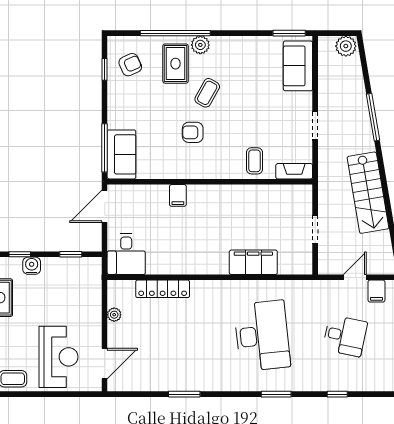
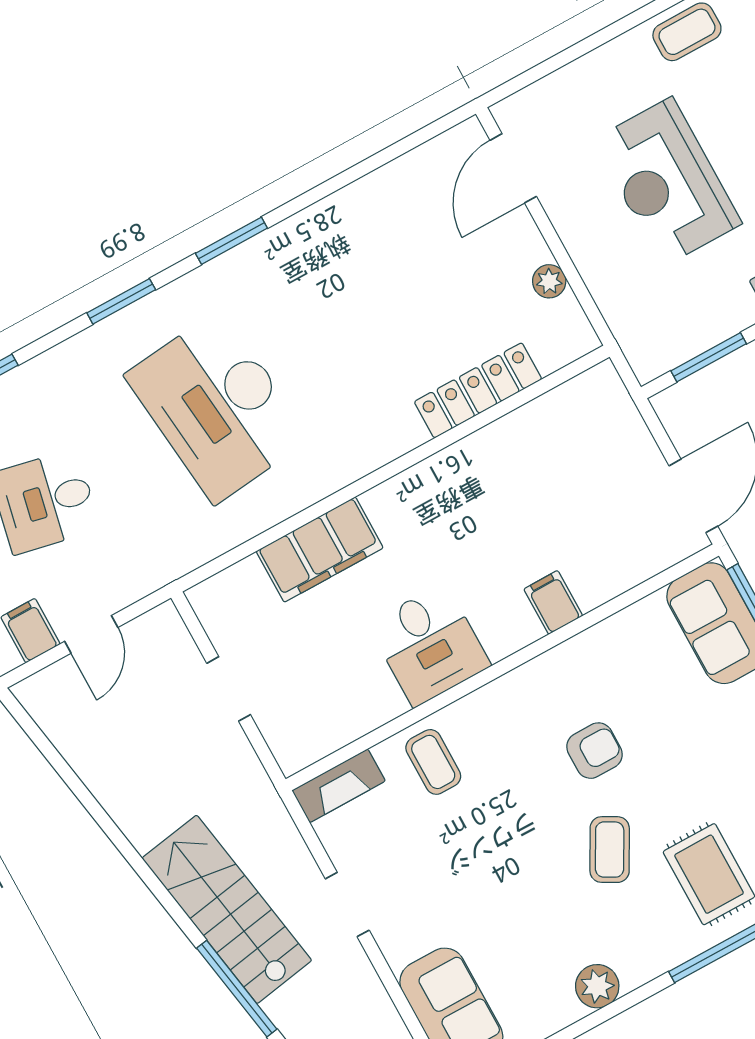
plant: (200, 45) -> (597, 986), moved
stairs: (368, 193) -> (227, 909), moved
window: (71, 254) -> (709, 357), width x1.50
desk: (126, 254) -> (429, 645), moved, turned 180
reception desk: (59, 357) -> (667, 182), moved
window: (184, 394) -> (231, 241), moved

